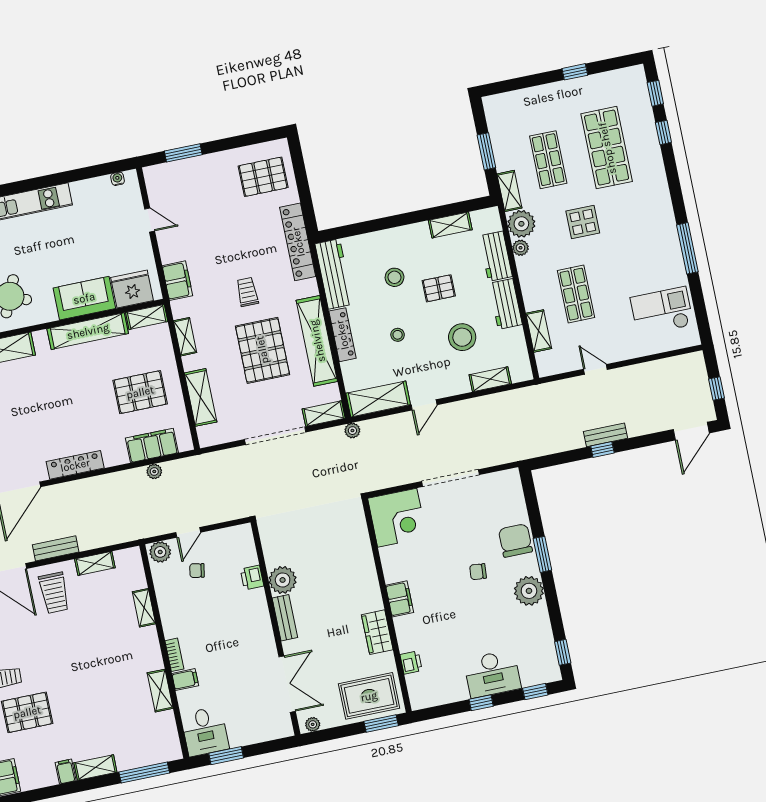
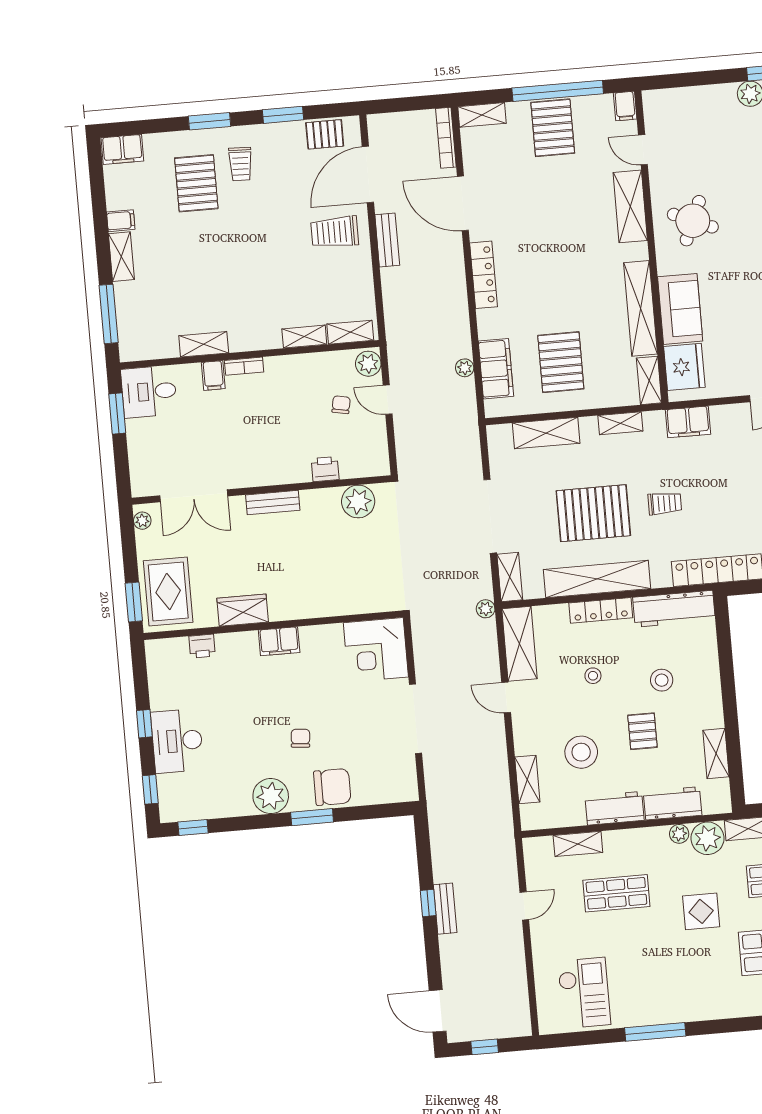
shelving: (95, 563) -> (350, 332), moved, turned 90
plant: (283, 580) -> (358, 501), moved

